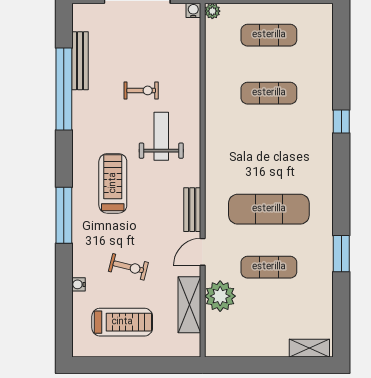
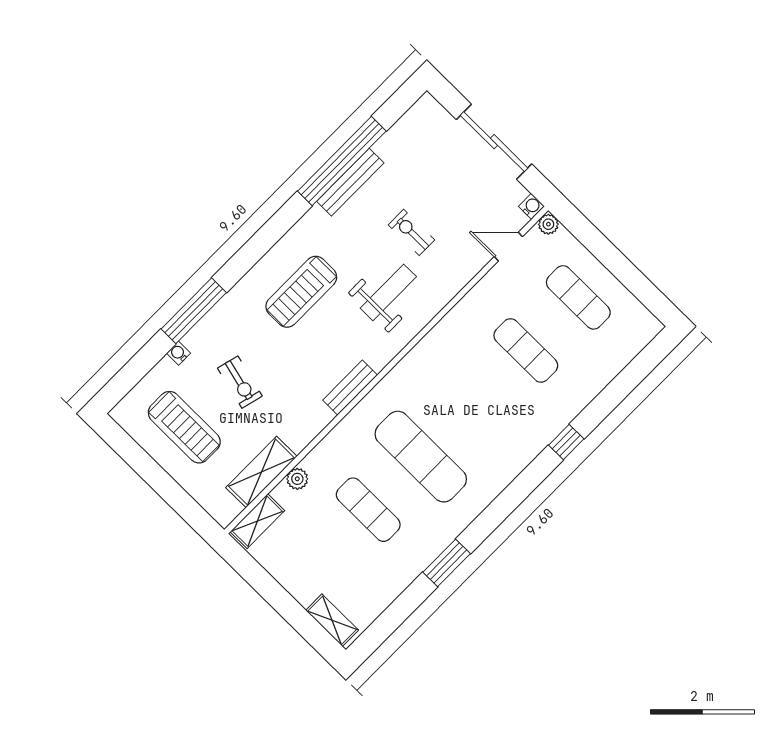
bench: (80, 61) -> (350, 182), moved
exercise bike: (141, 90) -> (411, 232), turned 180
treadmill: (113, 183) -> (301, 292), turned 180
window: (64, 215) -> (194, 311), moved
door: (203, 252) -> (508, 247), moved
plant: (220, 296) -> (297, 479), width x0.53, depth x0.53
shelving: (214, 334) -> (257, 521), added

